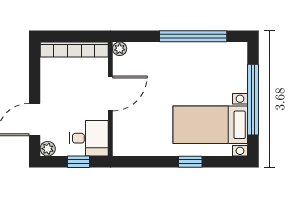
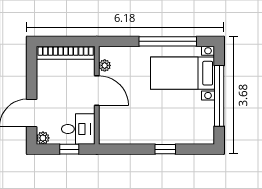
plant: (120, 49) -> (105, 65), moved
door: (110, 93) -> (97, 91), hinge flipped
bed with nightstands: (210, 125) -> (182, 73), moved

